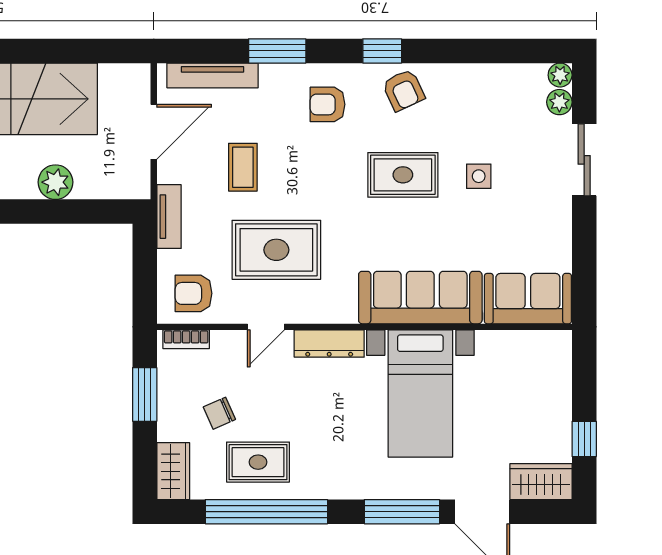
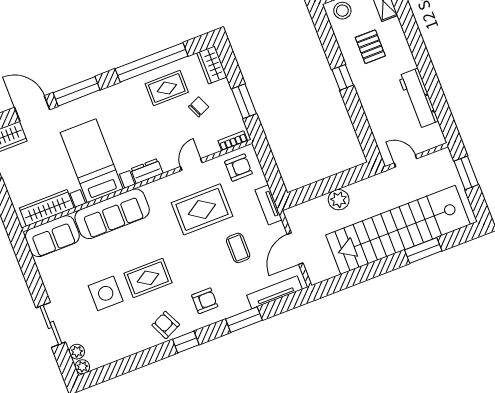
side table: (479, 176) -> (106, 293), width x1.87, depth x1.87
dresser: (329, 344) -> (147, 171), width x0.70
wardrobe: (520, 346) -> (47, 208), added

